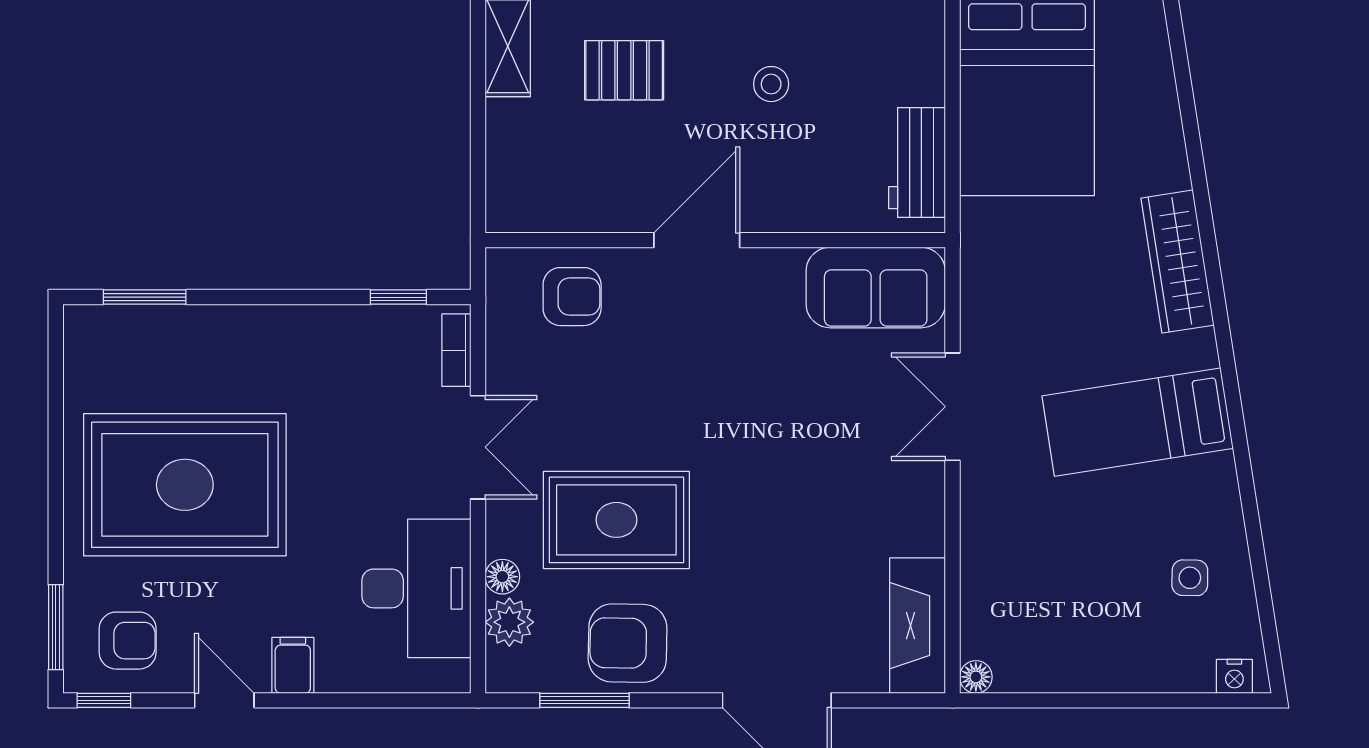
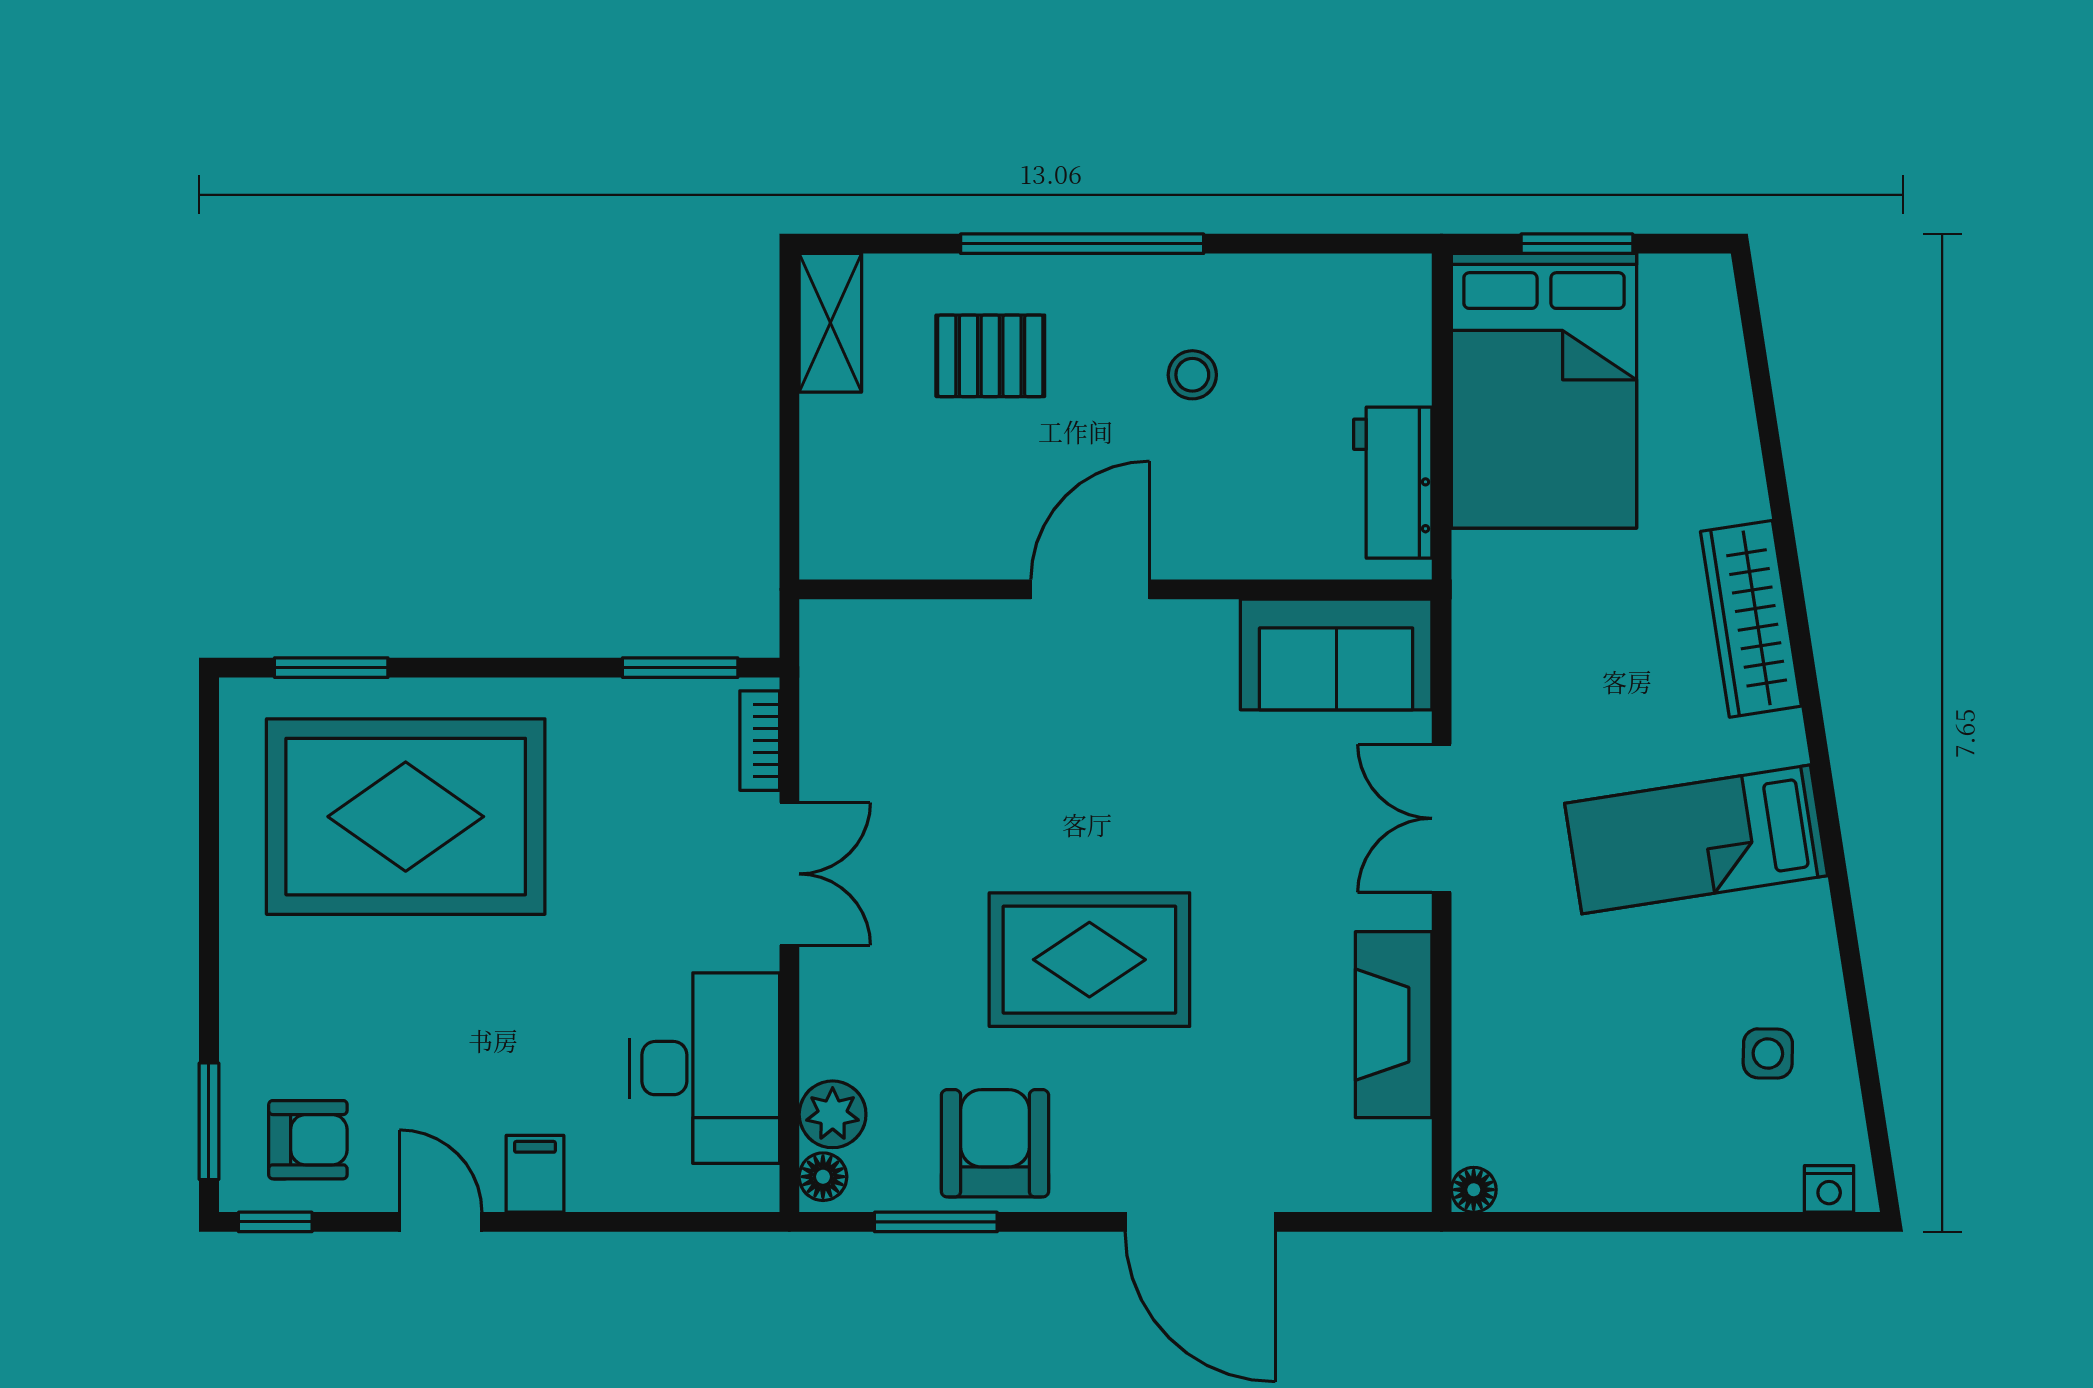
window: (398, 297) -> (680, 668), width x1.50
armchair: (572, 297) -> (919, 667), removed
rug: (185, 485) -> (406, 817), moved
rug: (616, 520) -> (1089, 960), moved
floor lamp: (502, 577) -> (823, 1177), moved
fireplace: (917, 626) -> (1394, 1025), moved
armchair: (628, 643) -> (995, 1143), turned 89

